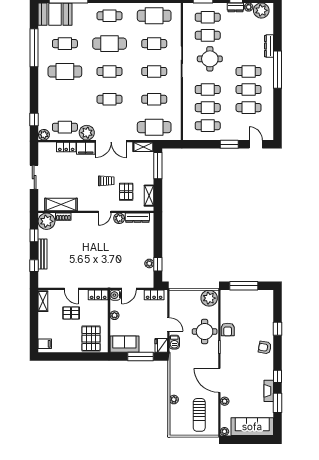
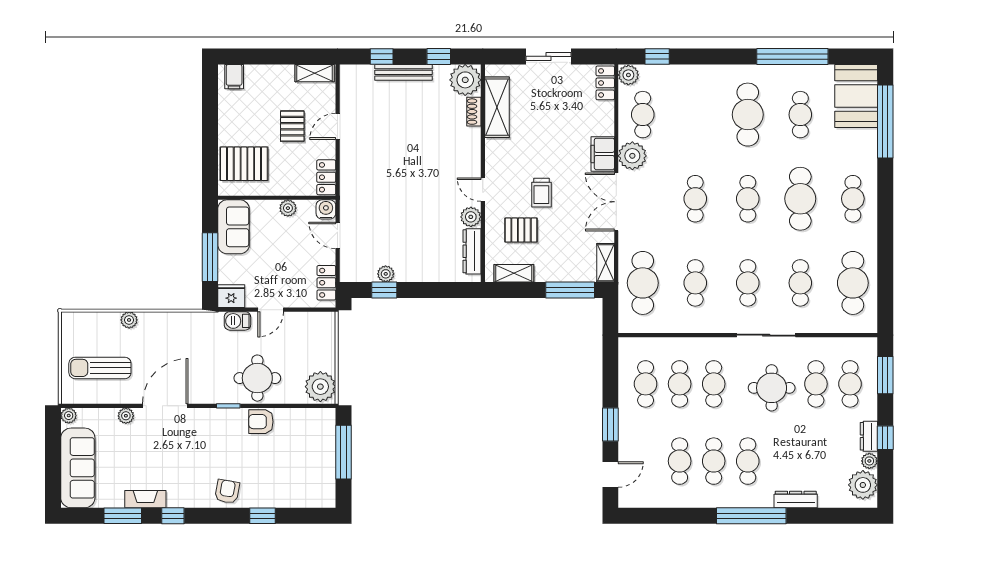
locker: (66, 147) -> (605, 83), moved

